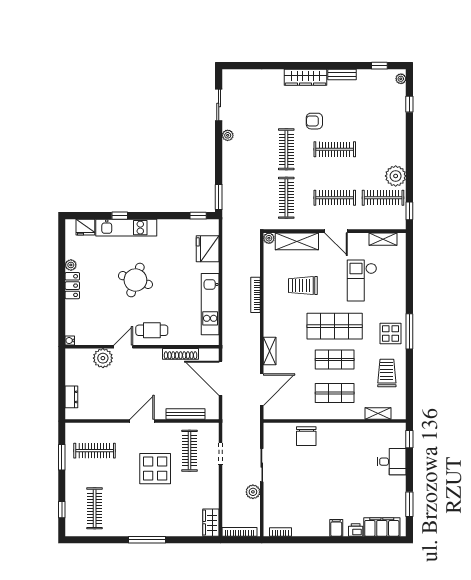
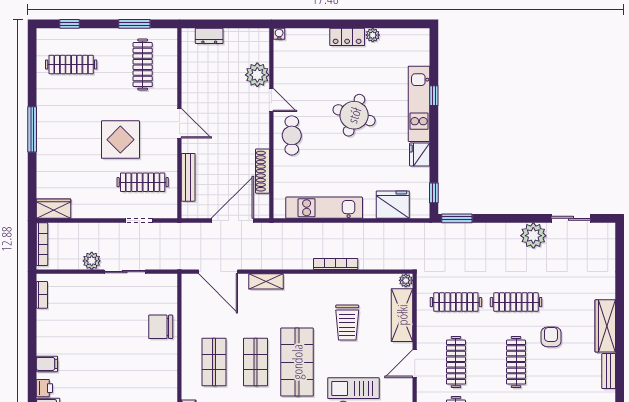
plant: (228, 135) -> (533, 236), width x1.88, depth x1.88
fridge: (85, 227) -> (420, 154), moved
trolley: (303, 286) -> (347, 323), turned 180

